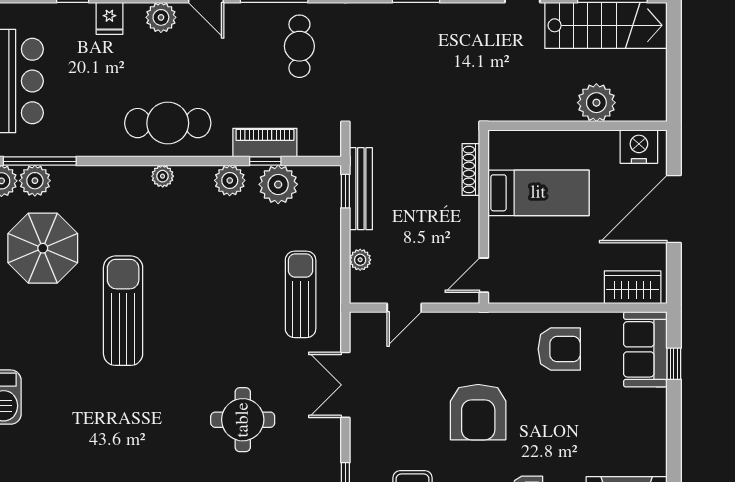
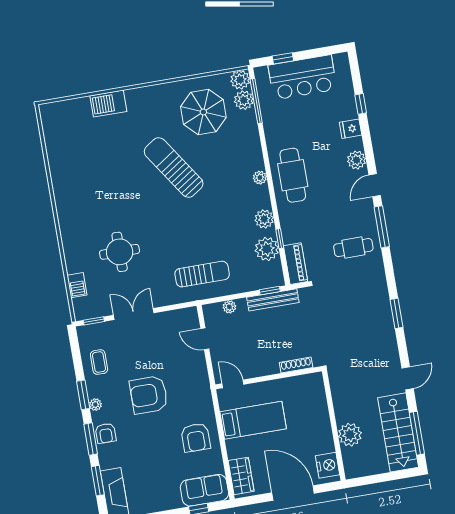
piano: (265, 143) -> (296, 264), moved
bed: (538, 193) -> (253, 420), moved, turned -90
sun lounger: (123, 311) -> (174, 167), turned -124
double door: (345, 385) -> (134, 314), moved

